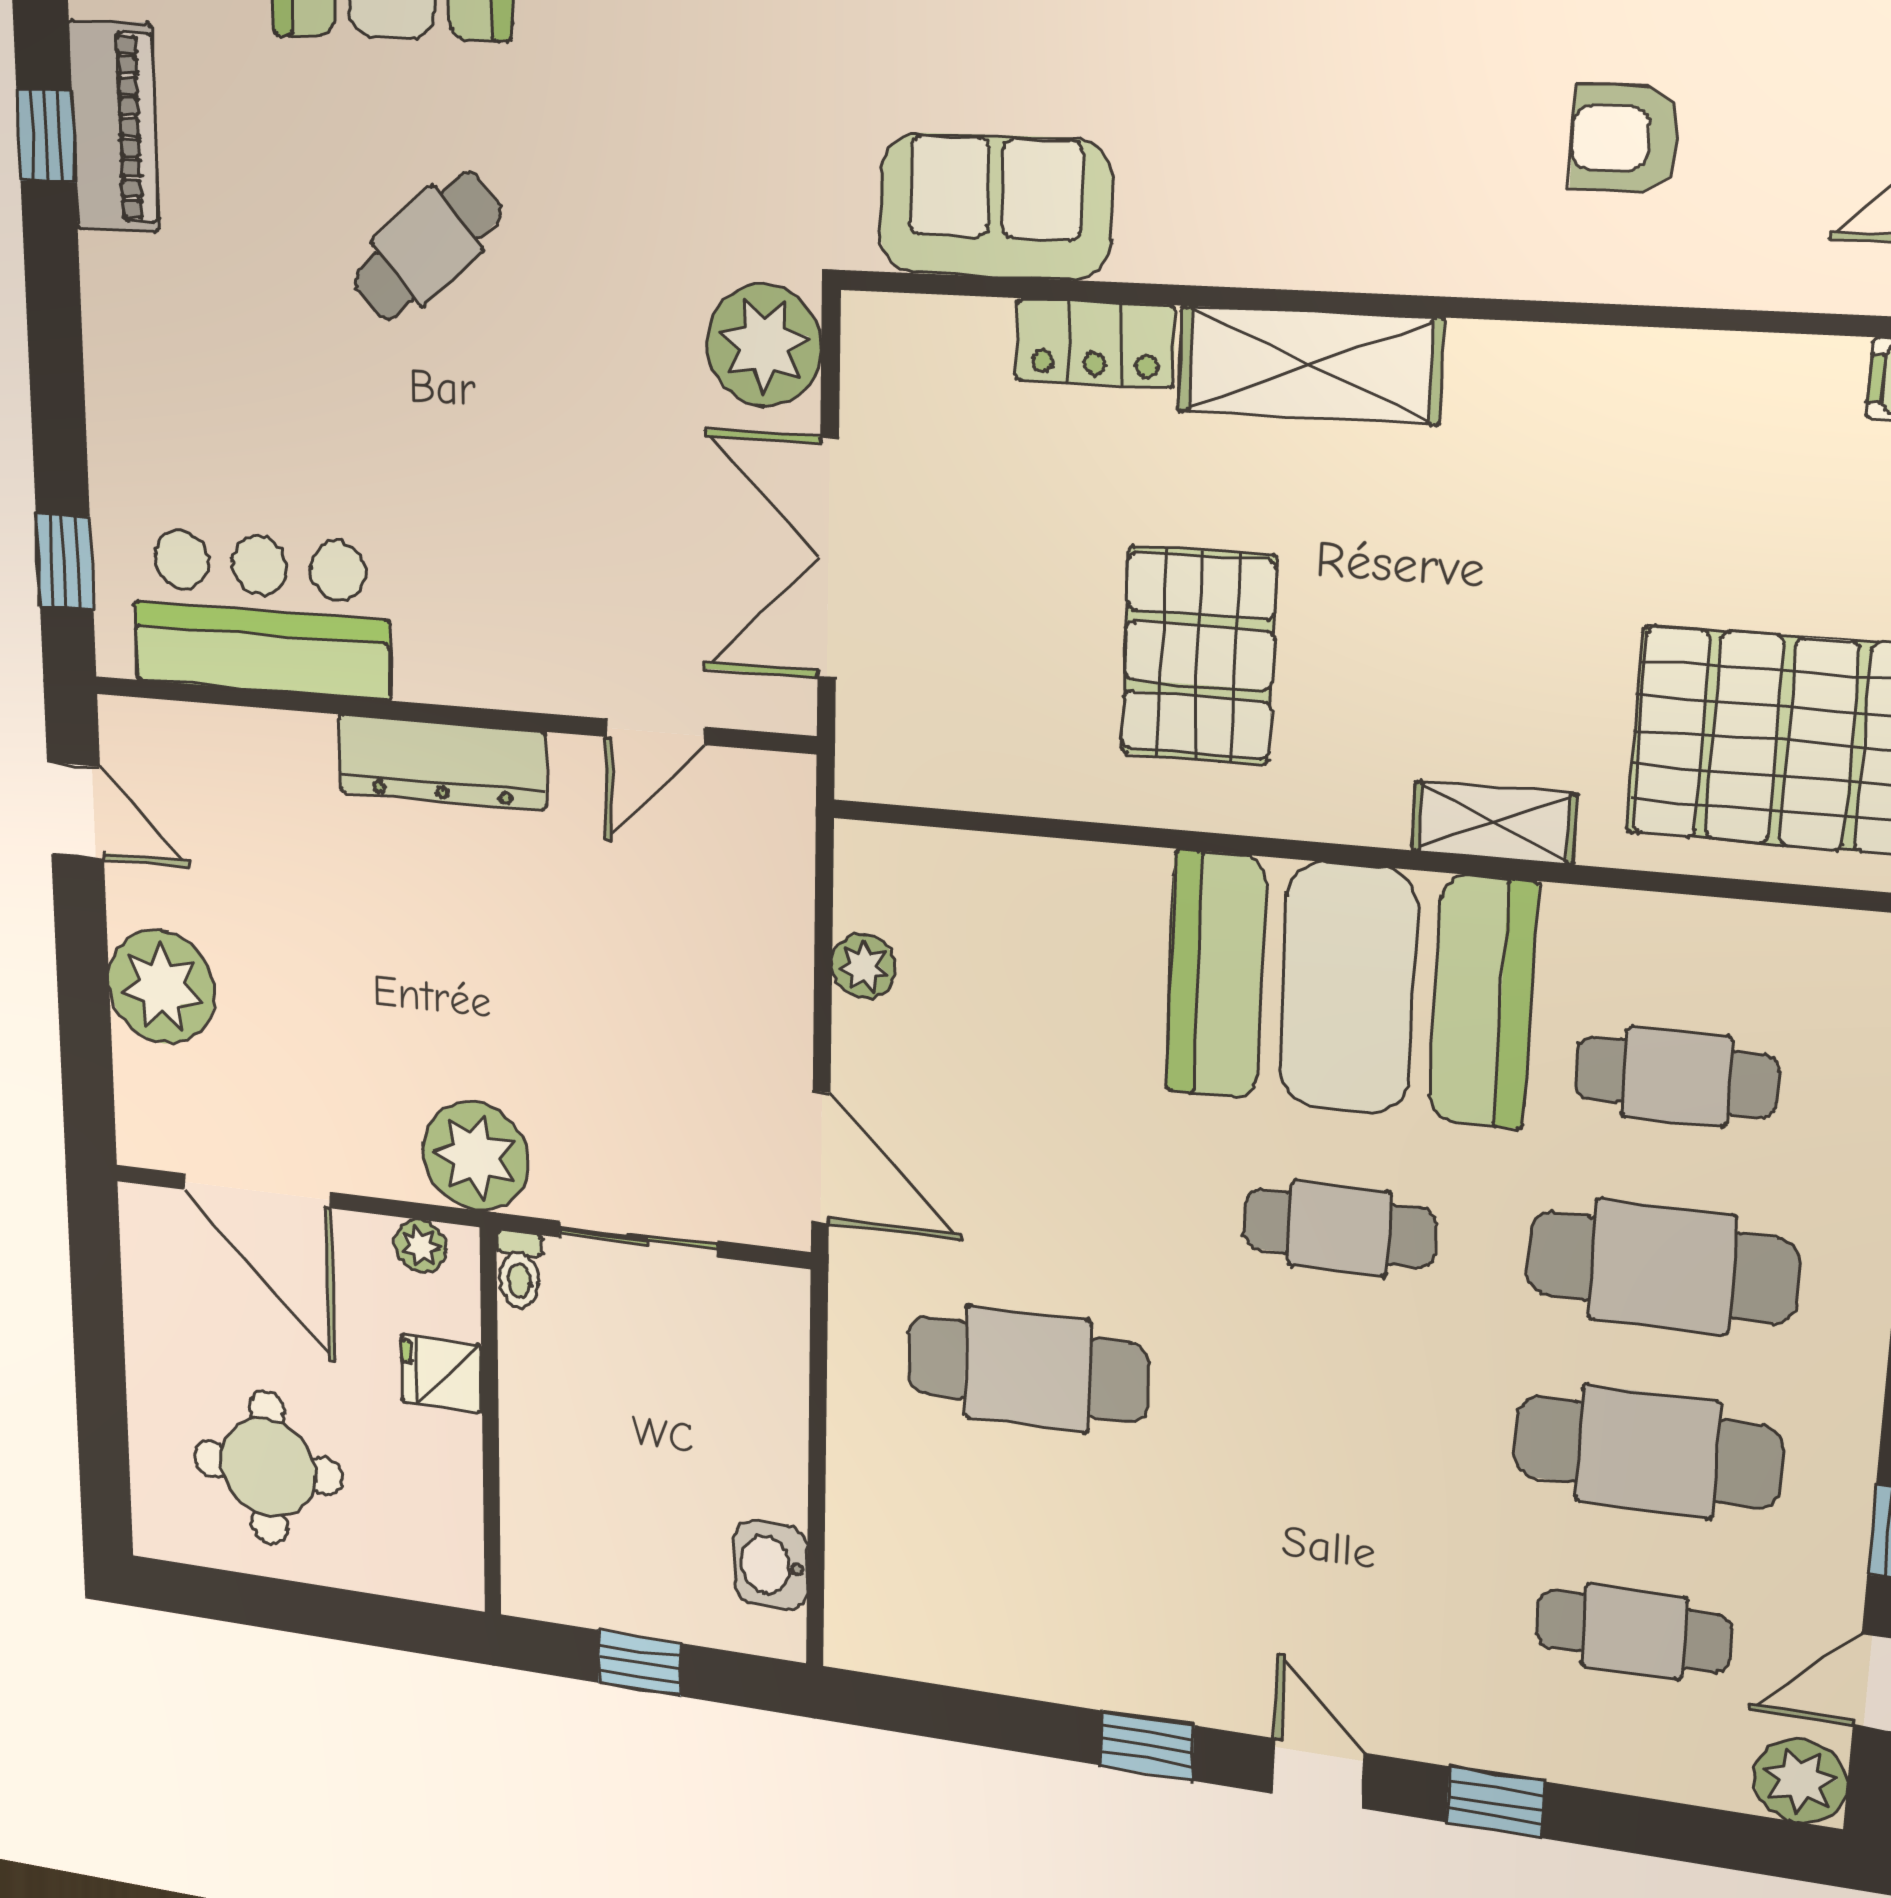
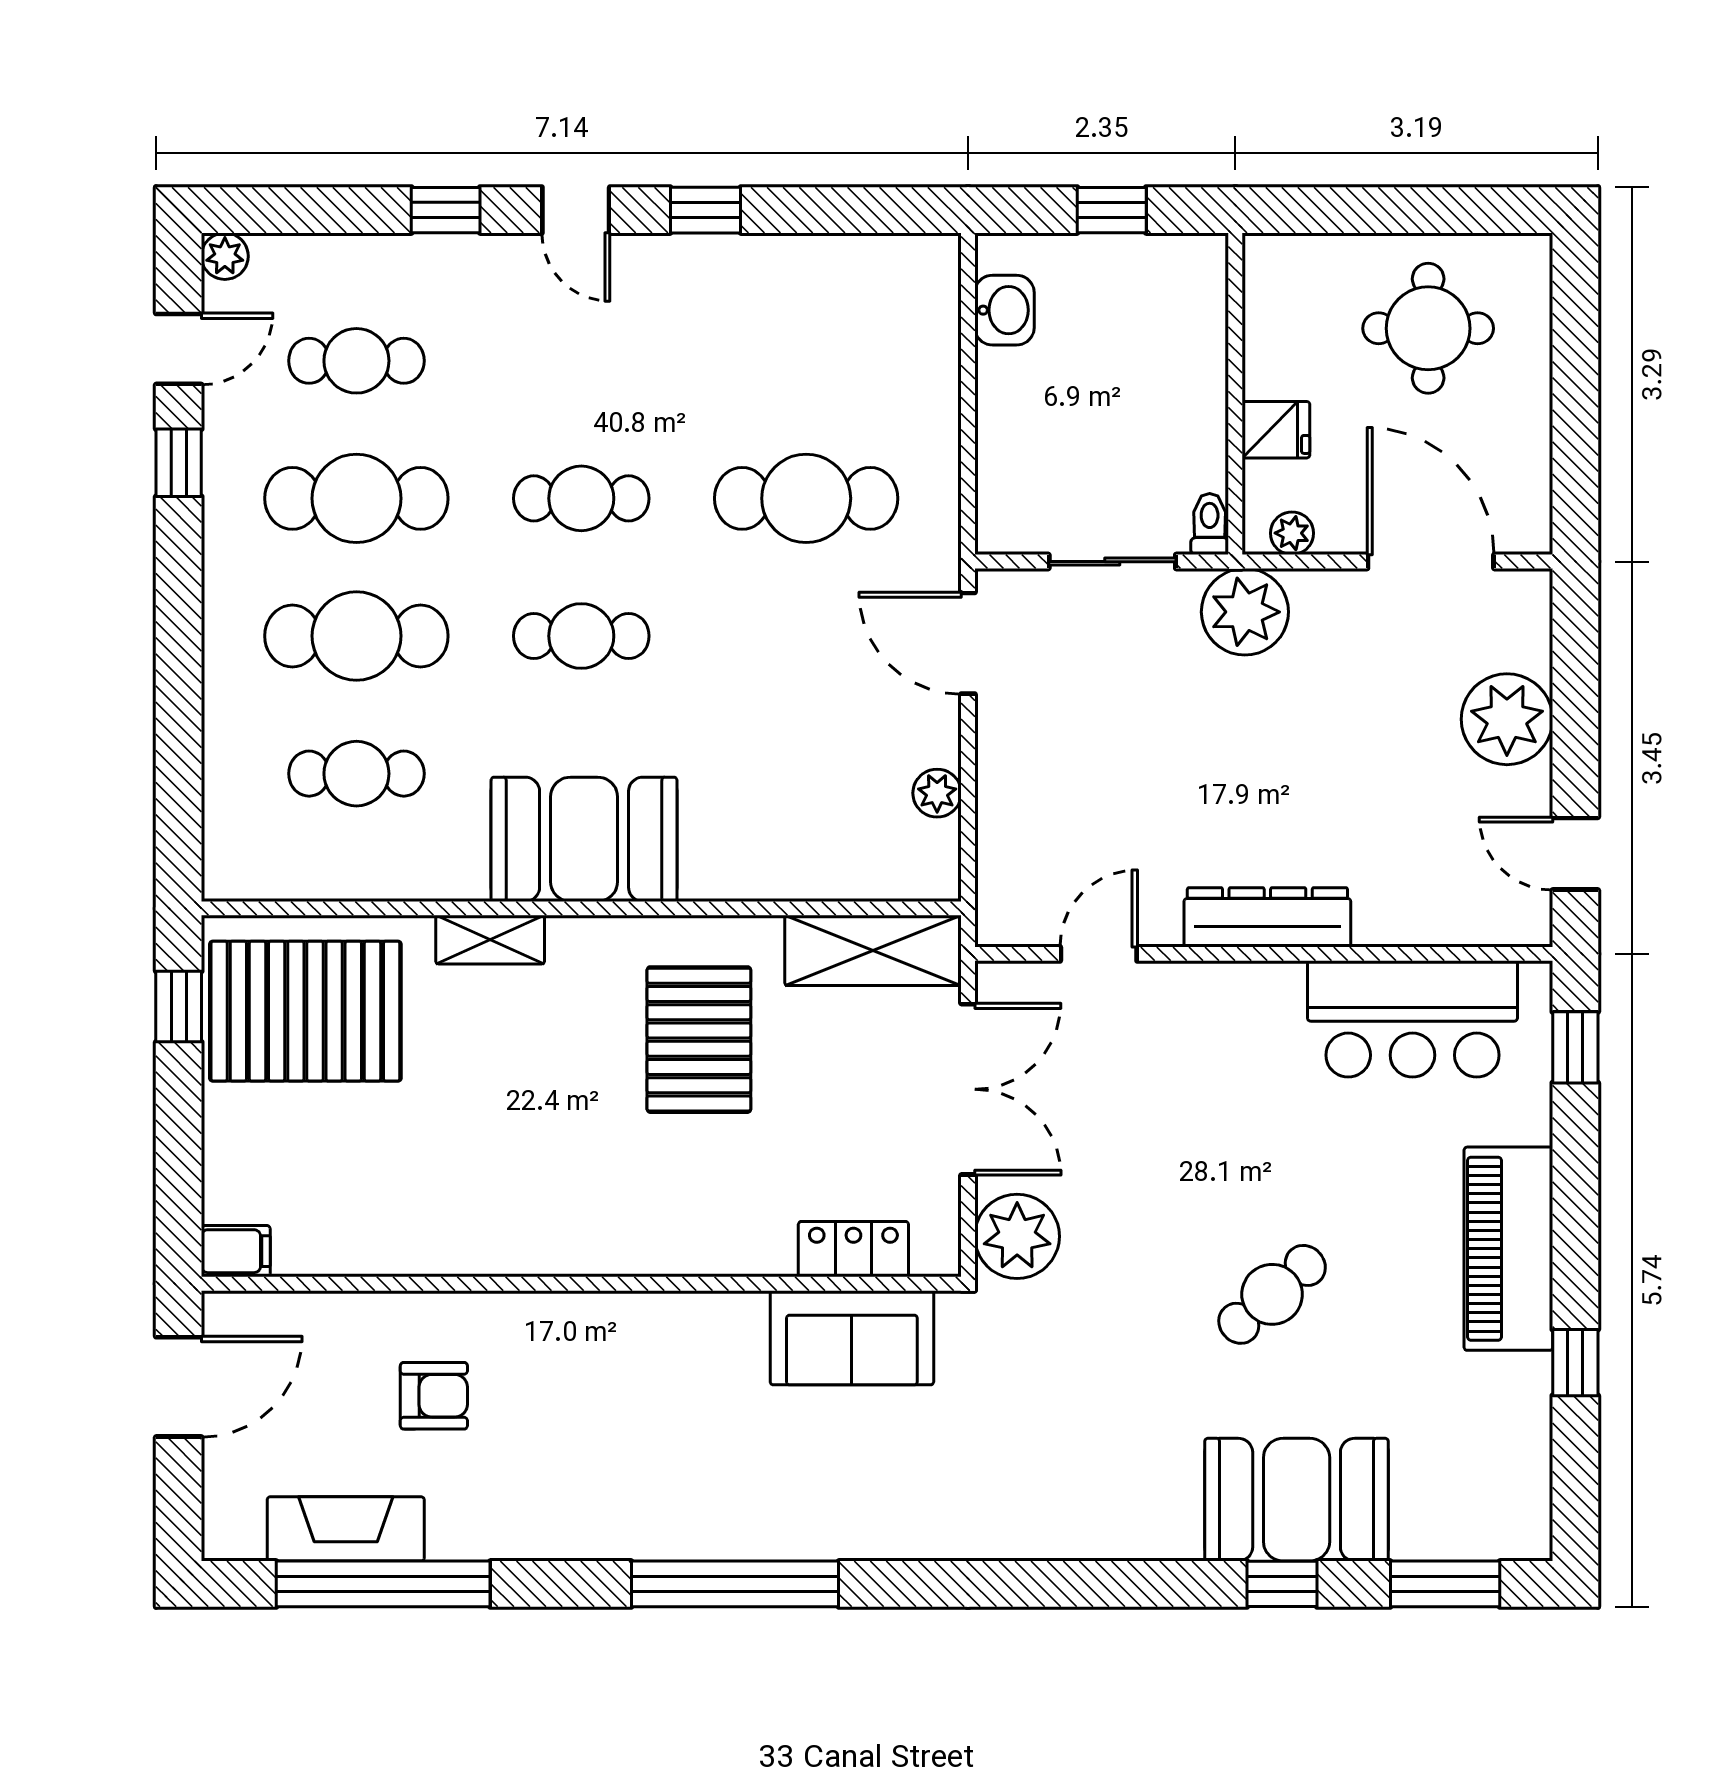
piano: (114, 127) -> (1508, 1249), moved, width x1.37, depth x1.33
locker: (1095, 343) -> (853, 1249), moved
shelving: (1310, 365) -> (873, 950), moved
booth: (1348, 988) -> (584, 839), width x0.73, depth x0.70
cafe table: (1330, 1409) -> (581, 498), added
plant: (1800, 1781) -> (225, 256), width x0.73, depth x0.73

